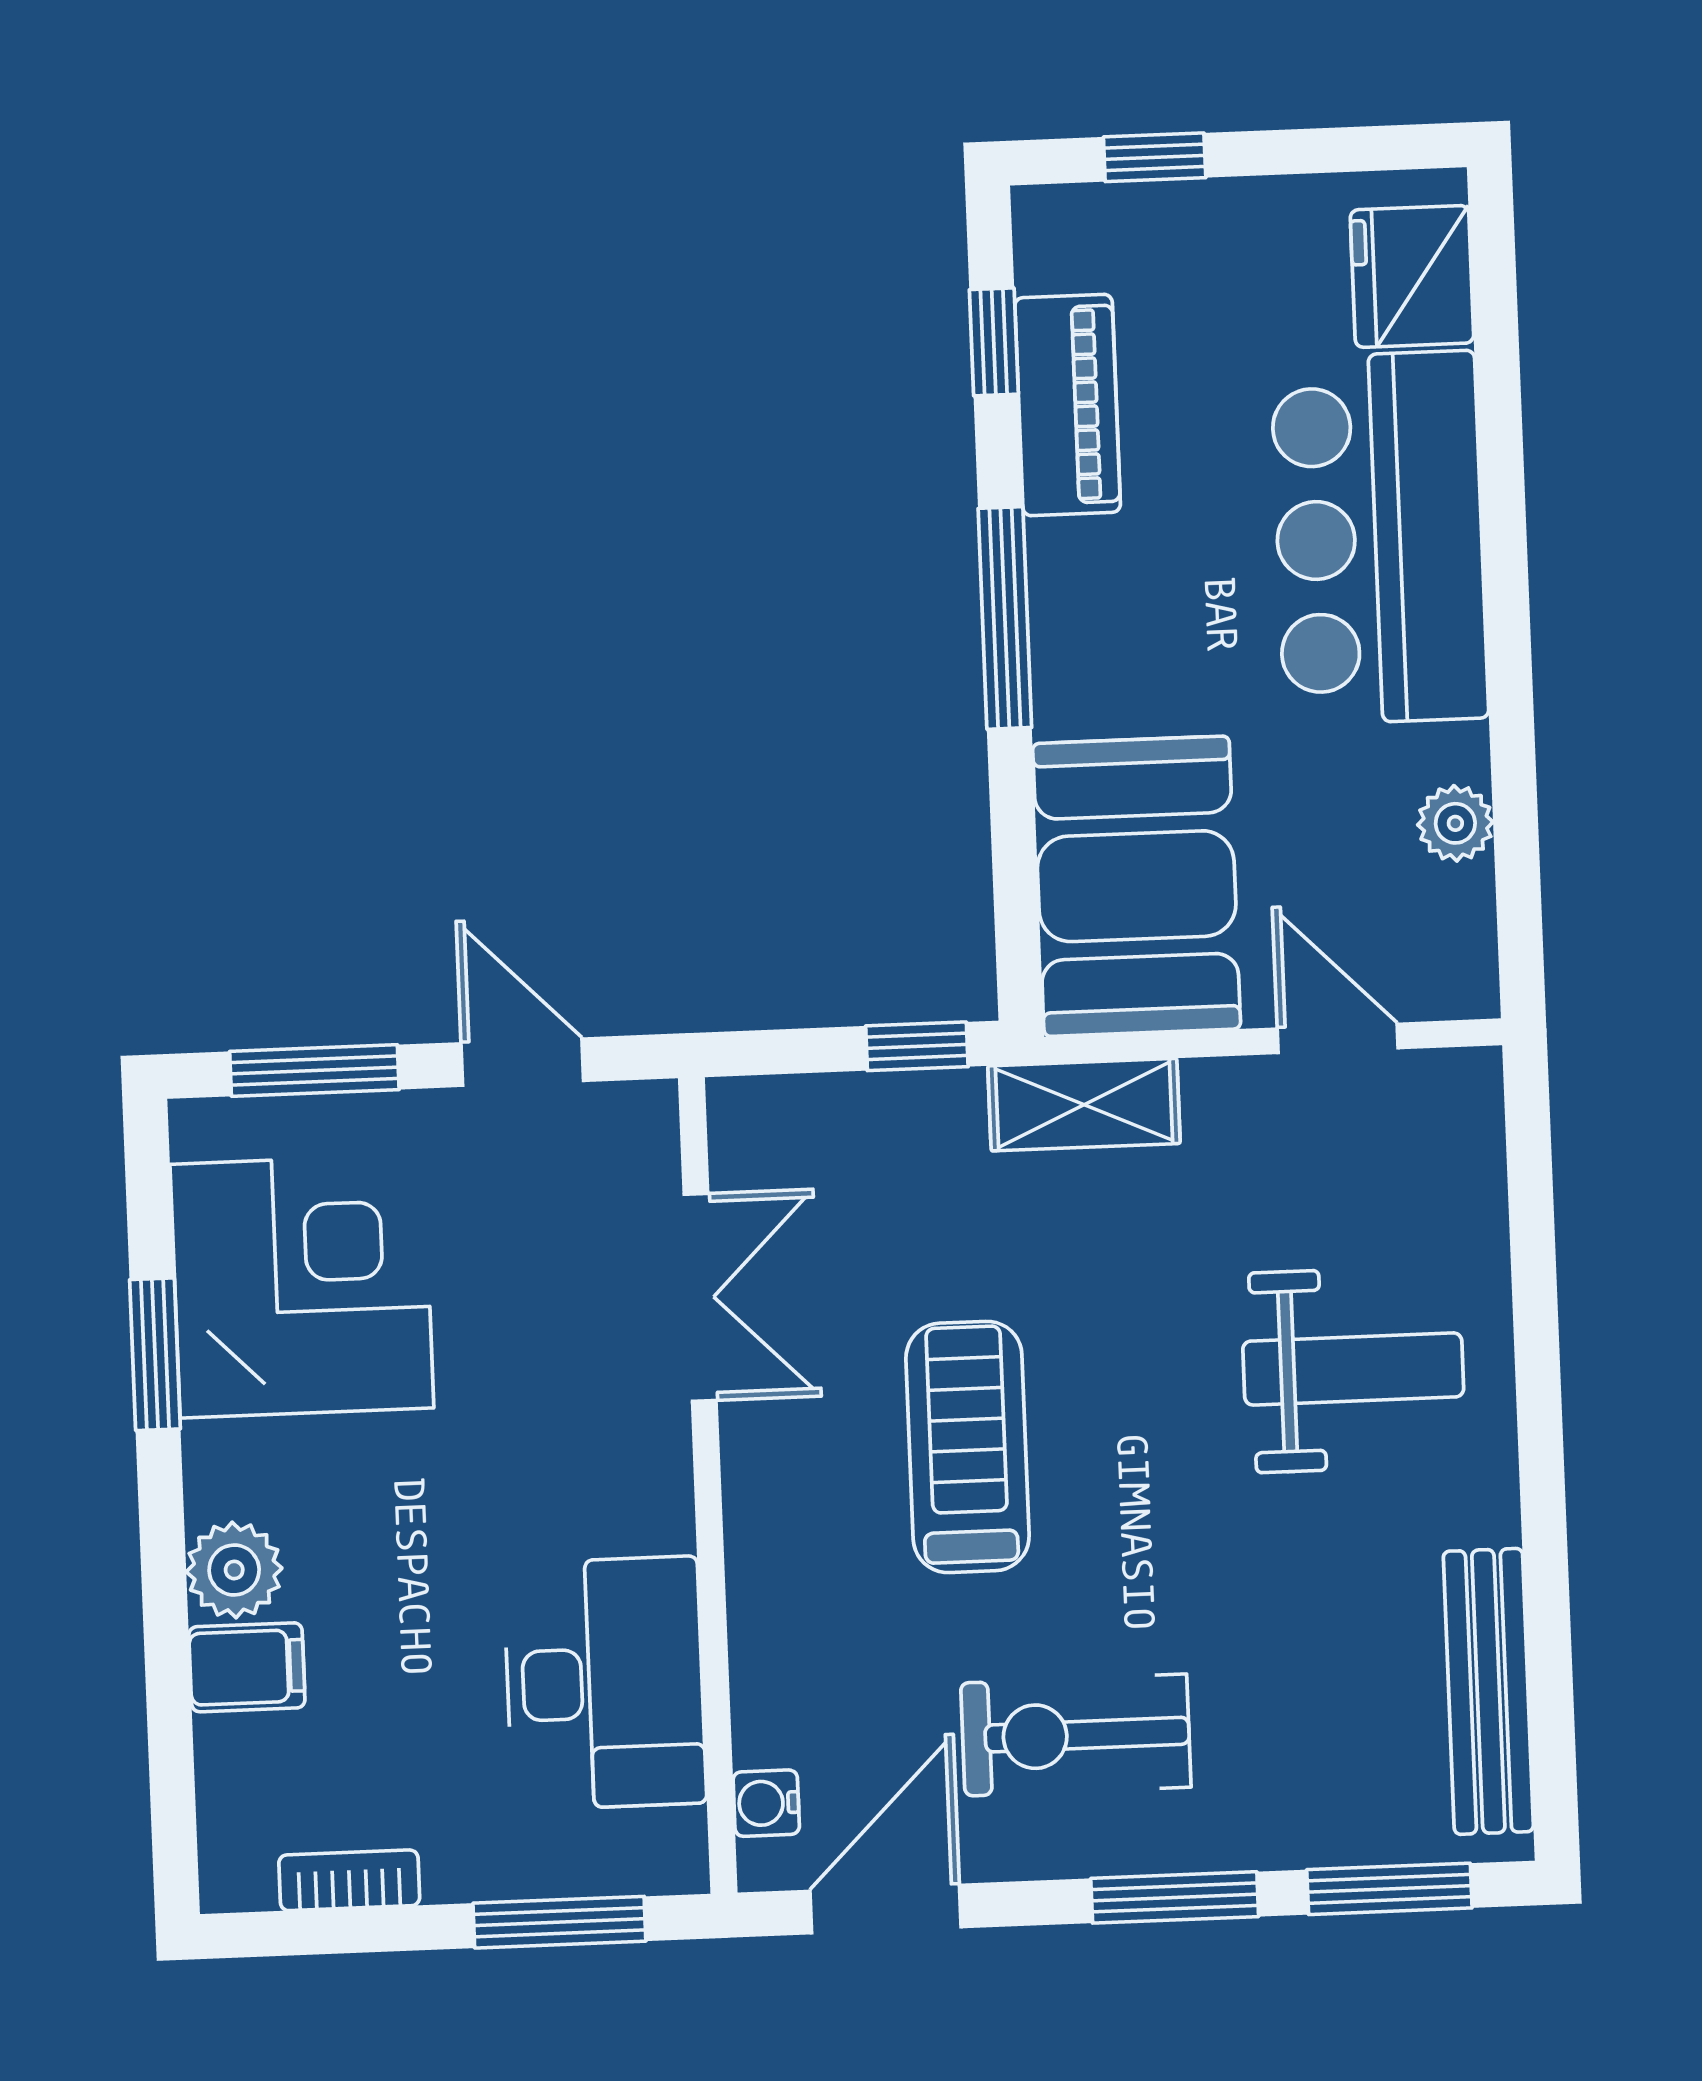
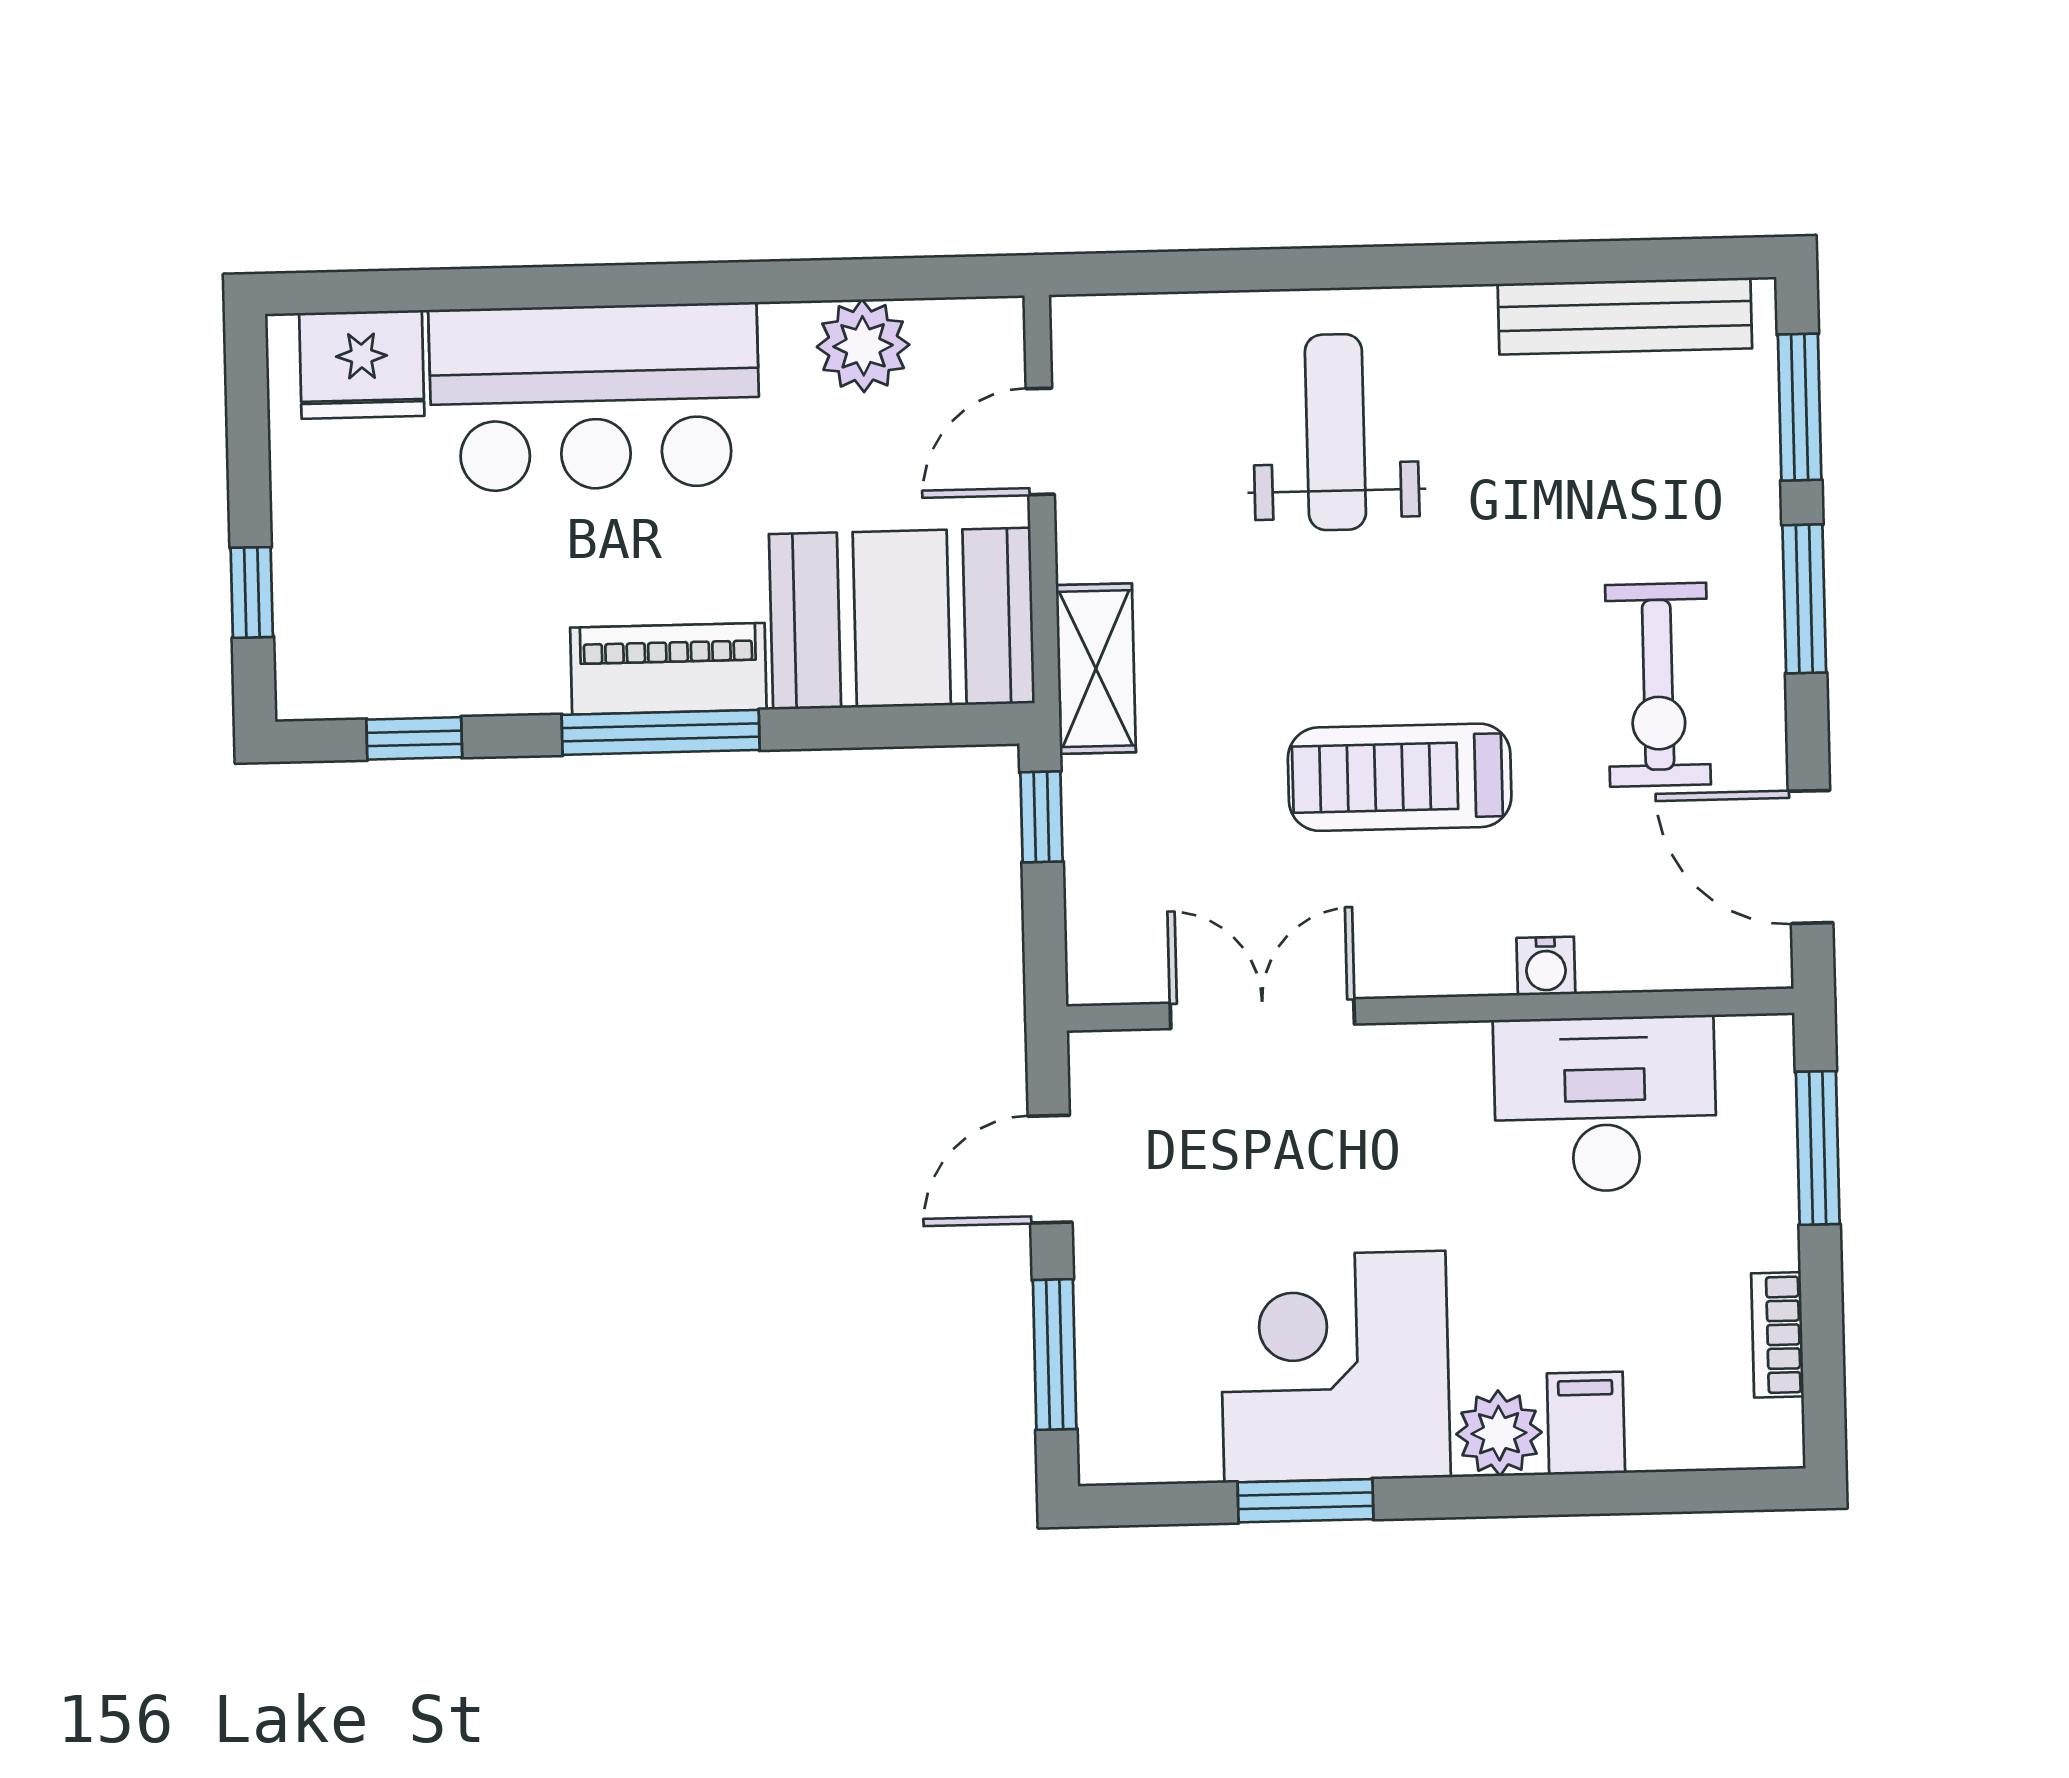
piano: (1068, 405) -> (668, 669), moved
plant: (1455, 823) -> (863, 346), width x1.38, depth x1.38
corner desk: (302, 1286) -> (1335, 1367), moved
water cooler: (766, 1803) -> (1546, 966), moved

